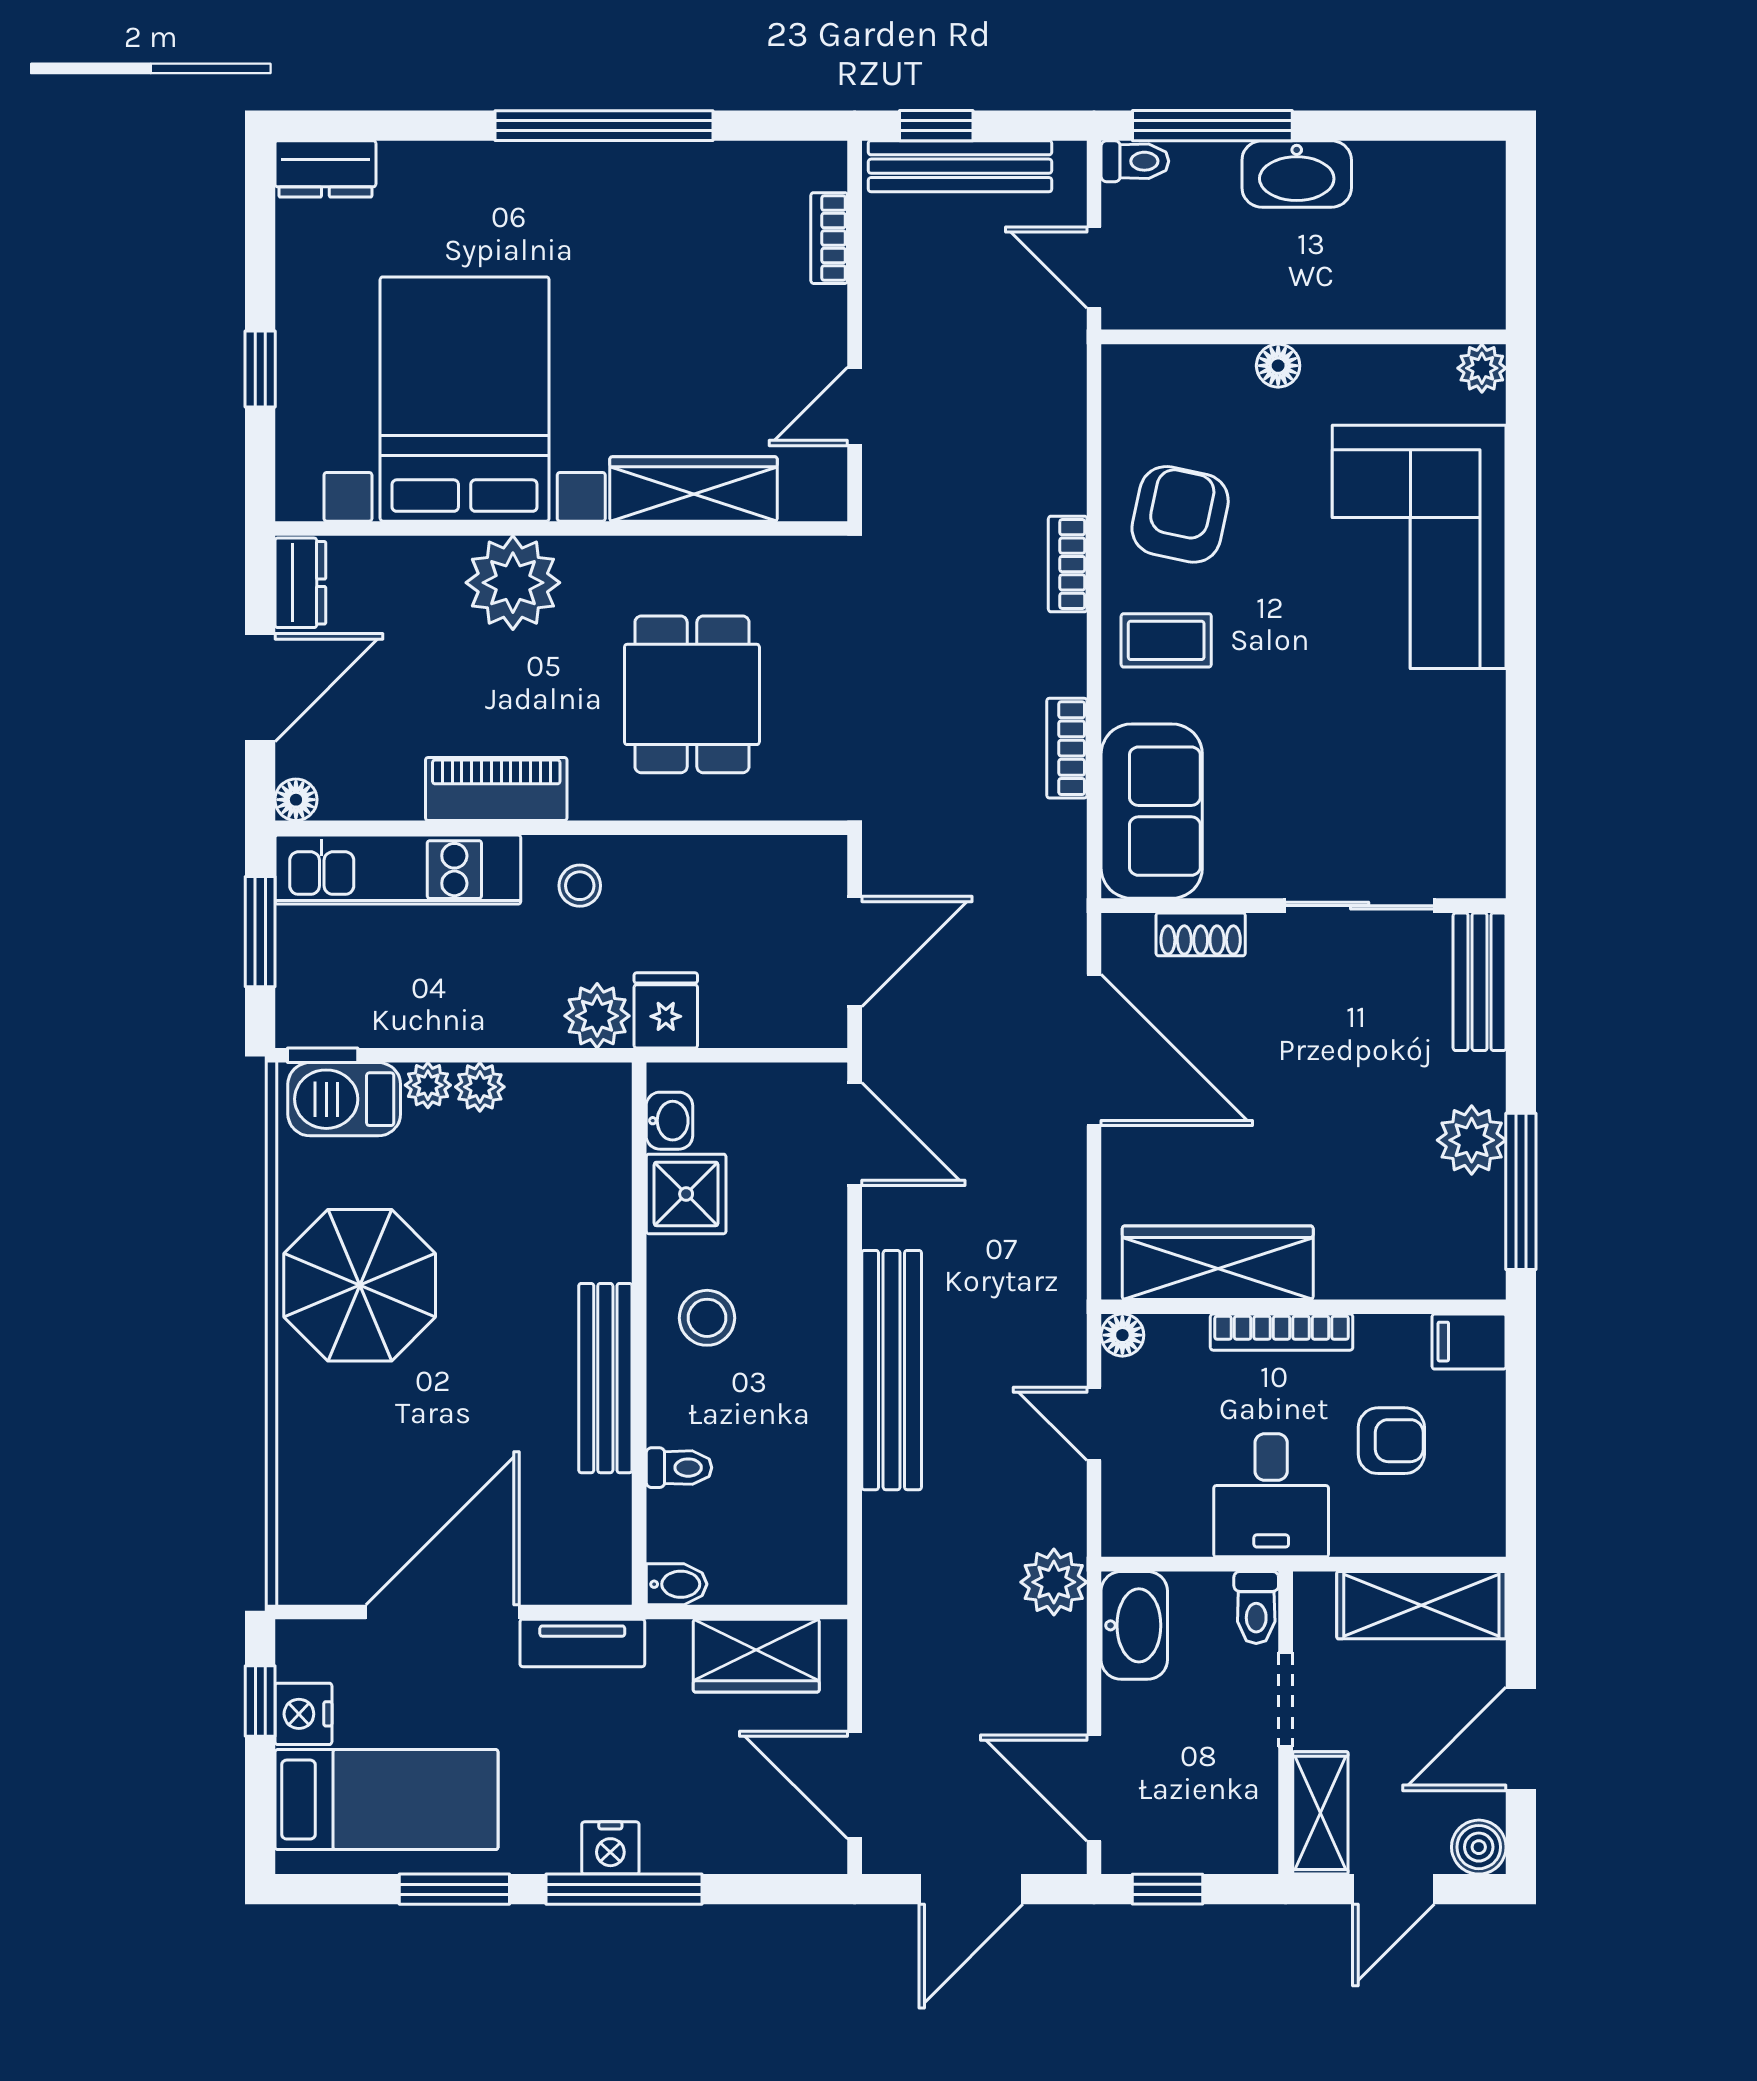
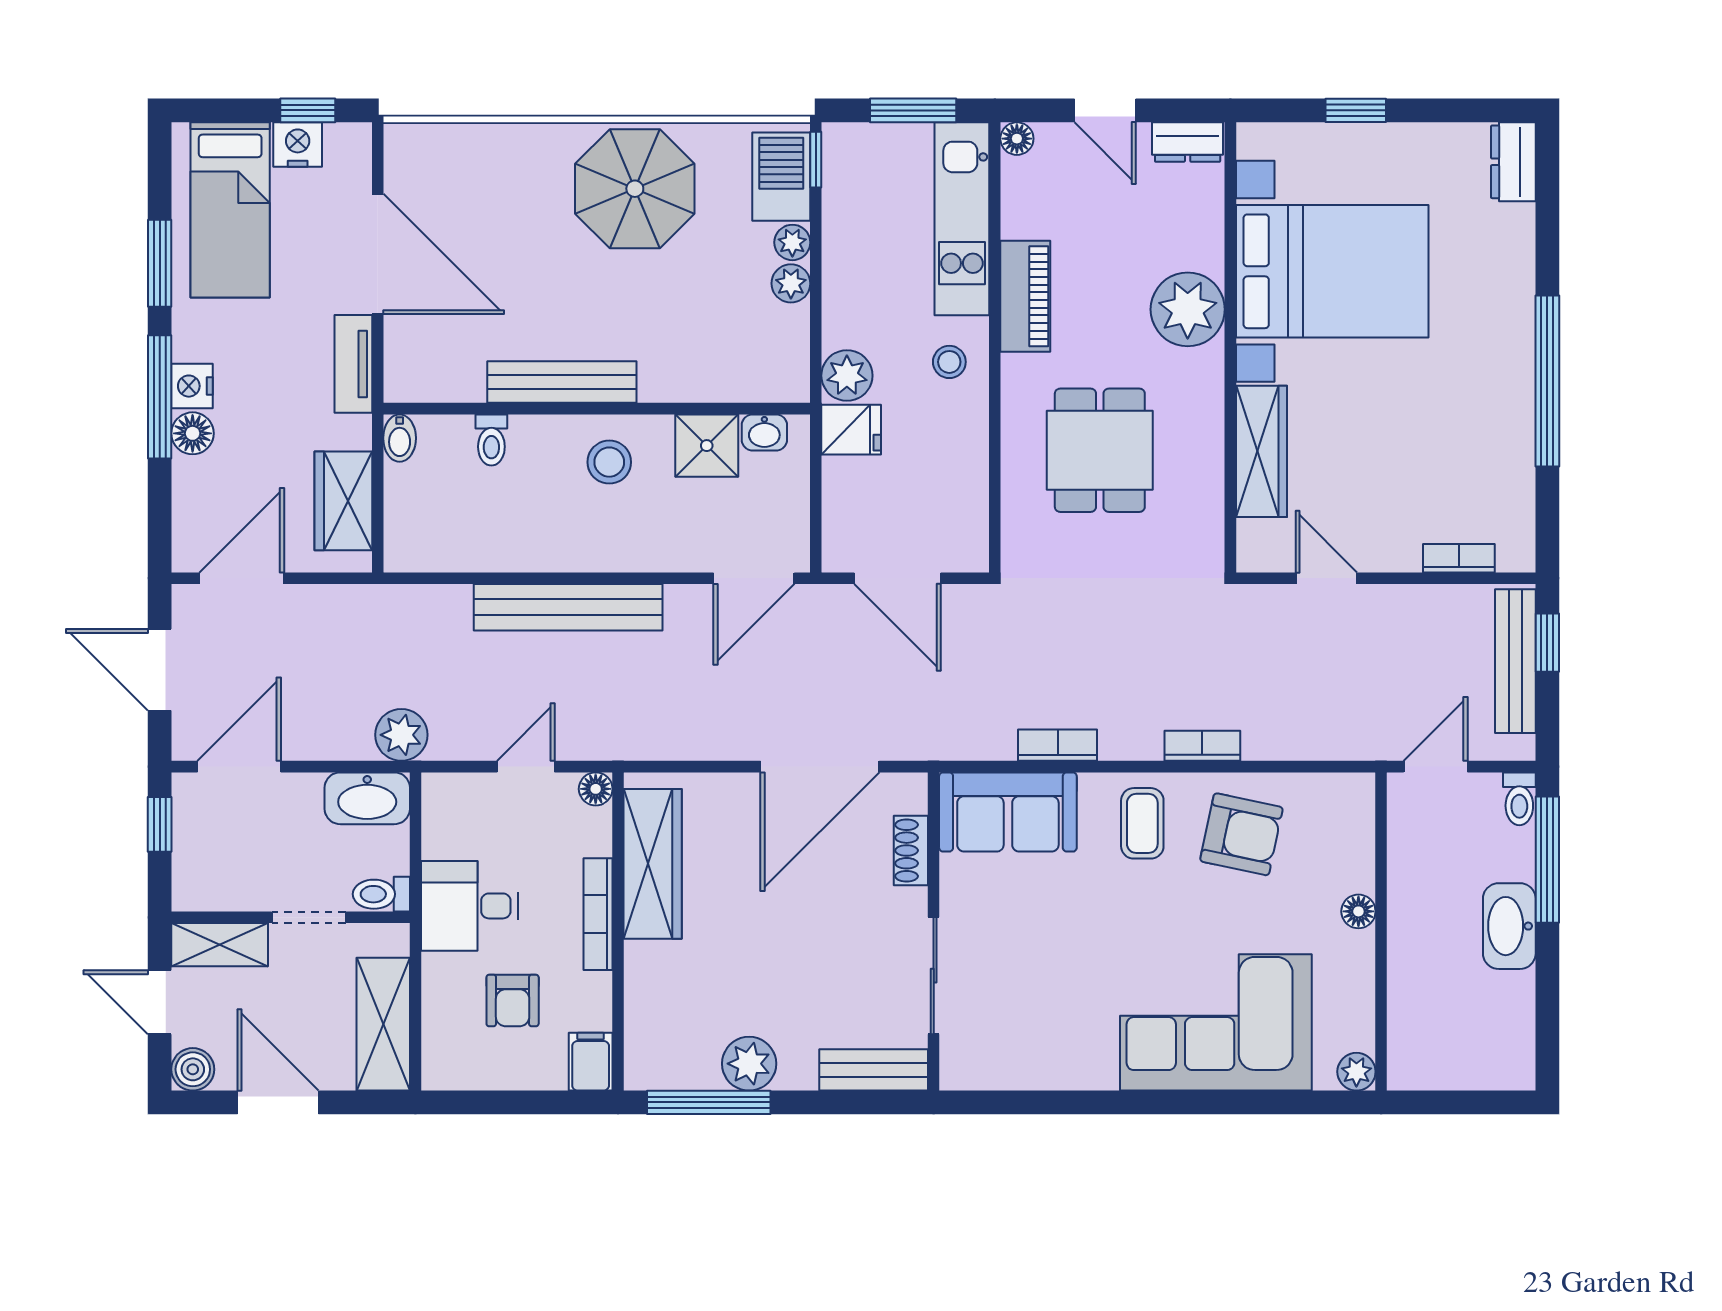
door: (260, 688) -> (1105, 110), width x0.73
dining table: (692, 694) -> (1100, 450), turned 90
floor lamp: (670, 1847) -> (193, 433), added

